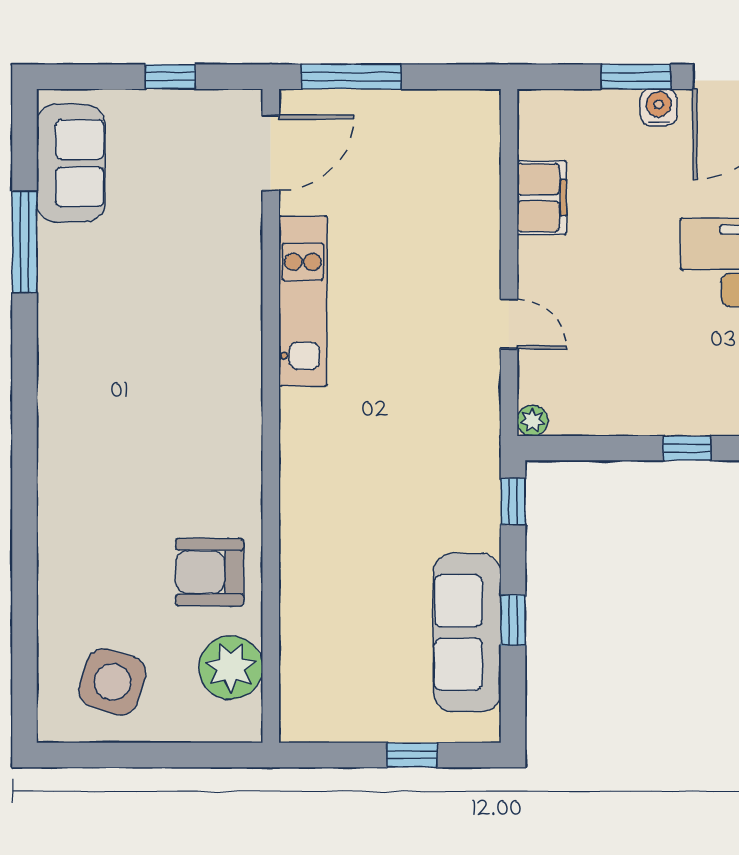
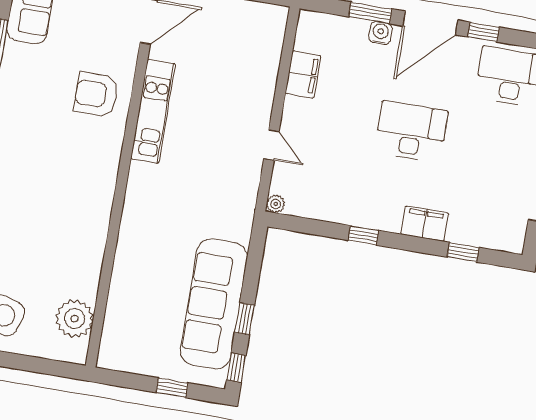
window: (513, 502) -> (236, 368), moved
armchair: (210, 572) -> (96, 94), moved
sofa: (467, 633) -> (214, 304), width x1.36, depth x1.27

